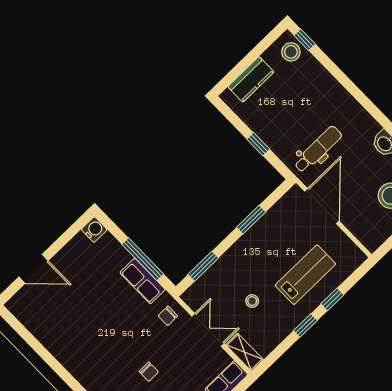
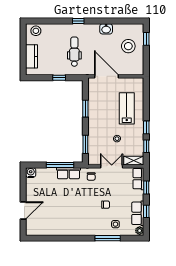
window: (305, 40) -> (78, 21), moved
dental chair: (318, 149) -> (74, 52), moved
window: (332, 299) -> (146, 146), moved

